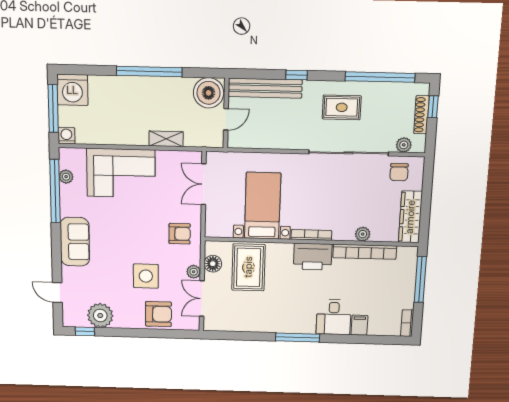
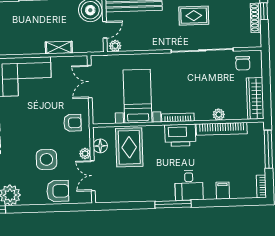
plant: (404, 145) -> (115, 46), moved
desk: (334, 317) -> (189, 185), moved

